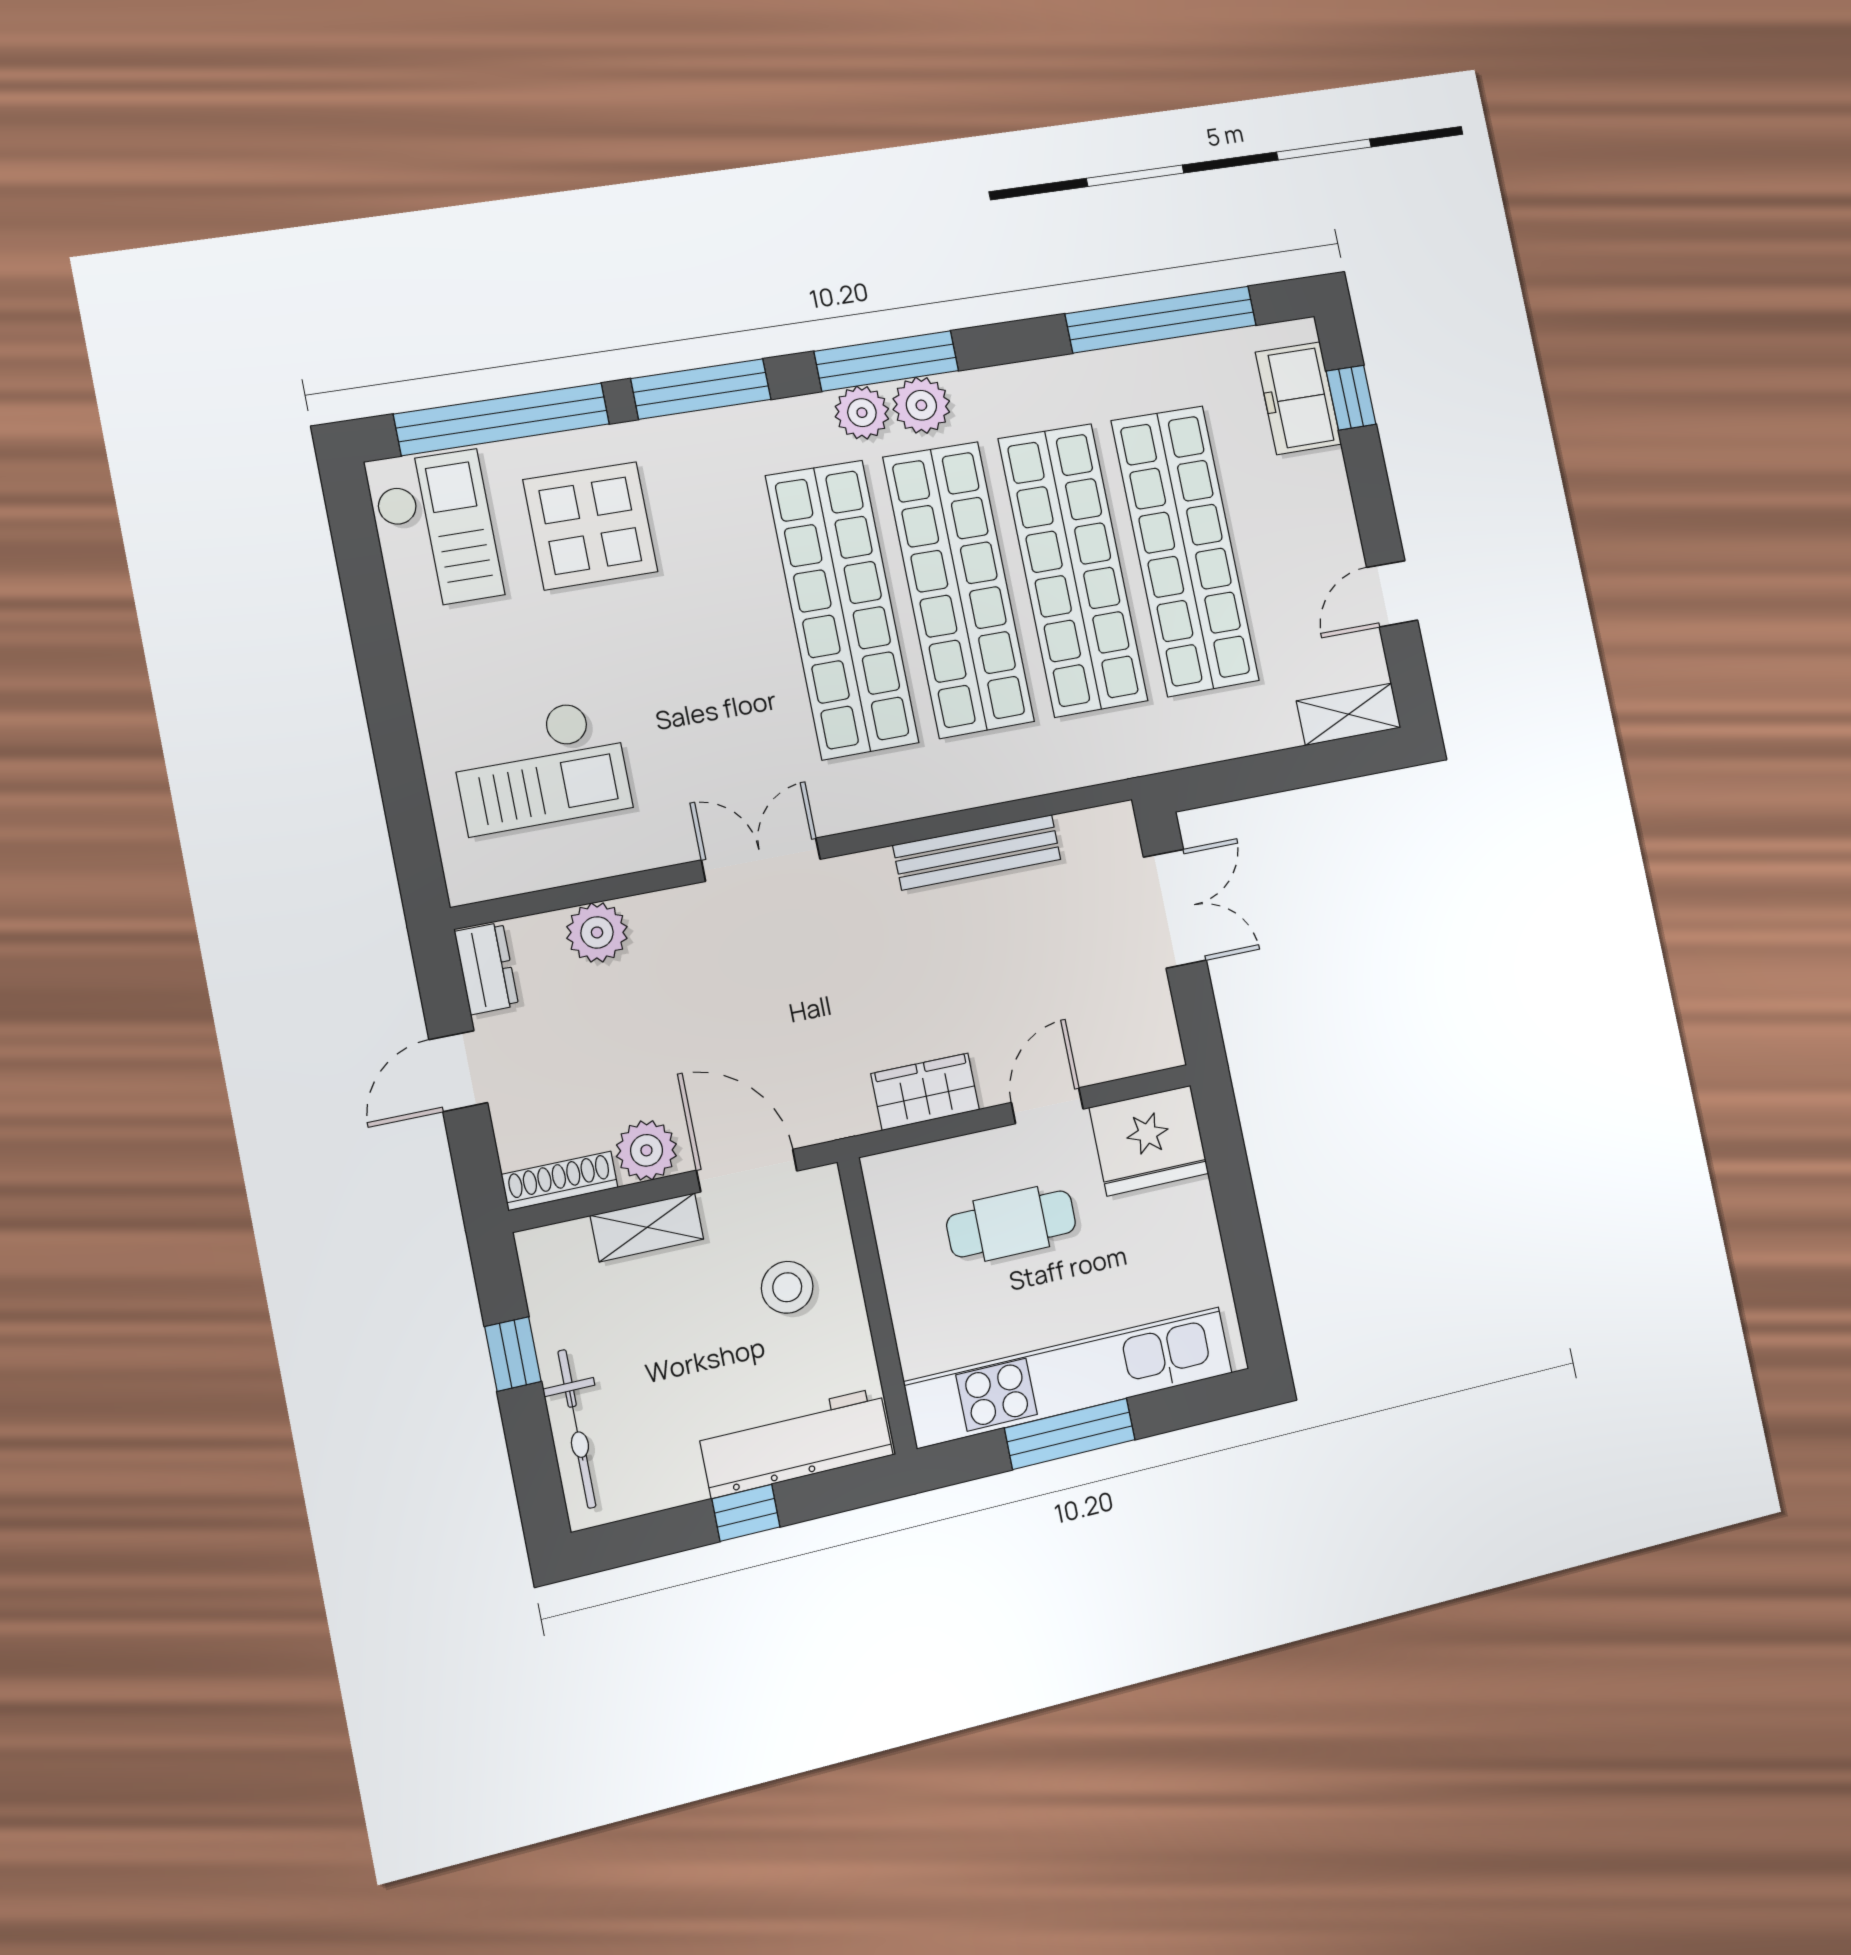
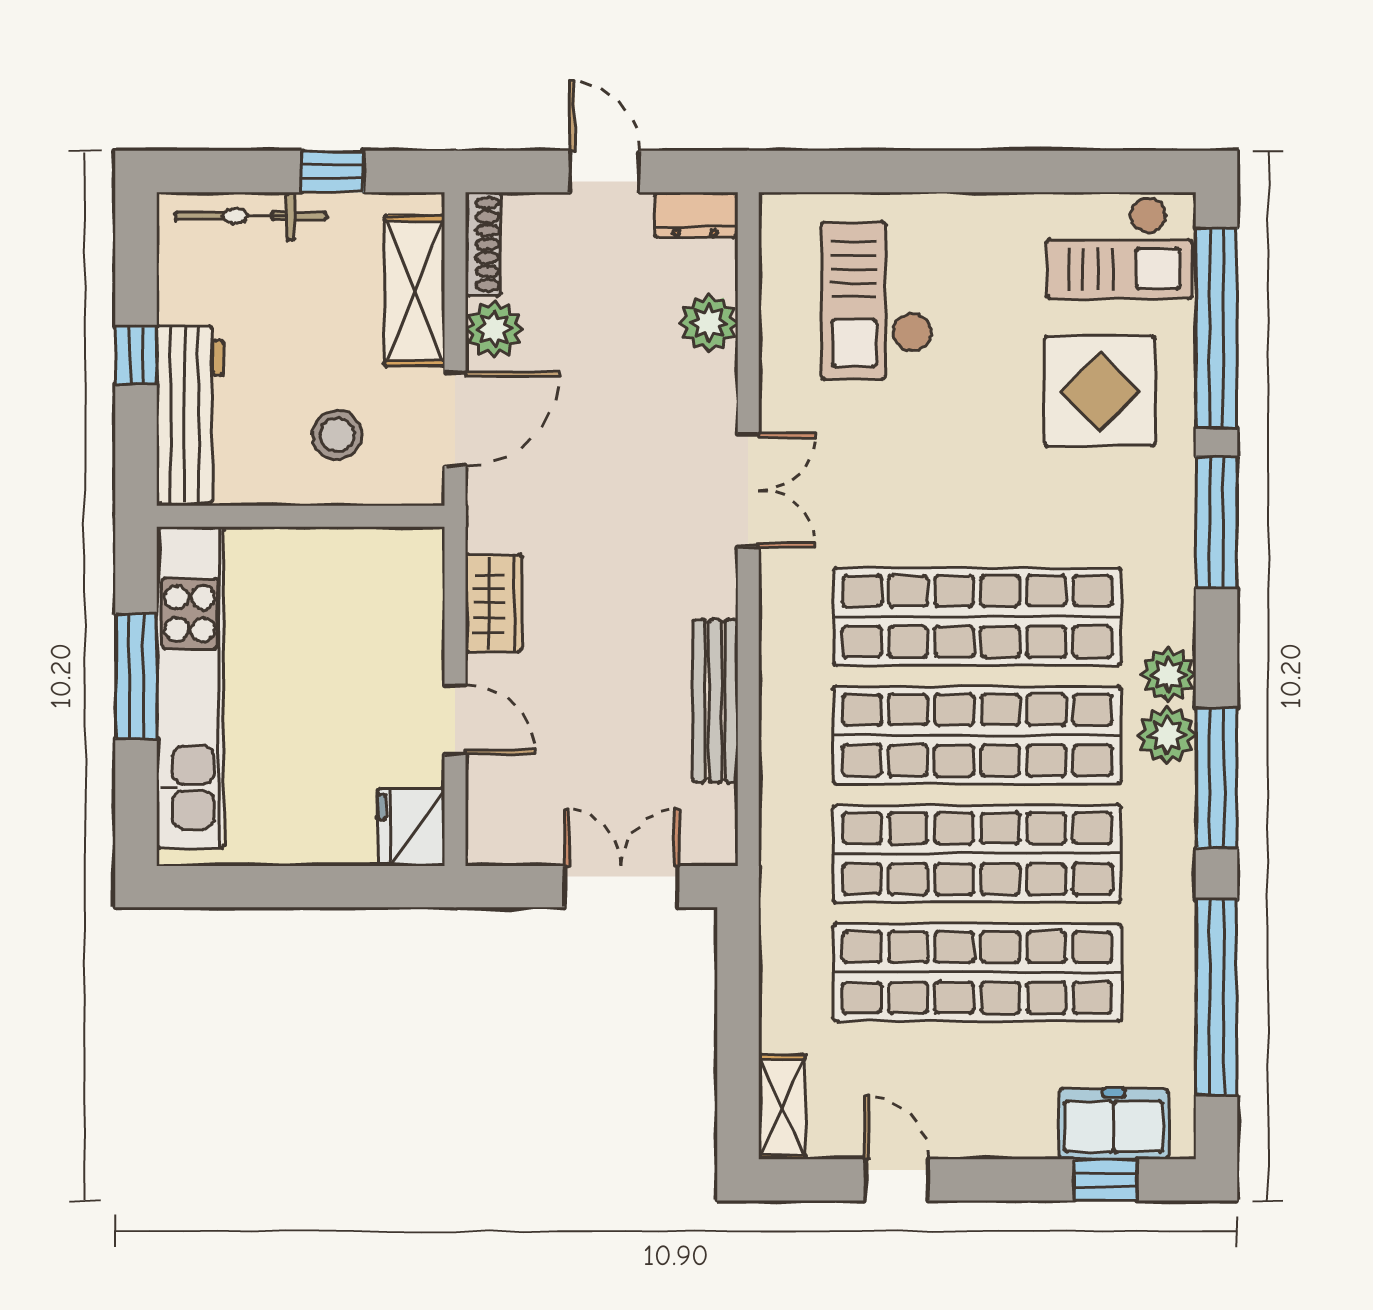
window: (887, 361) -> (1216, 778), moved
double door: (1175, 909) -> (621, 887), swing flipped
fridge: (1149, 1141) -> (411, 827), width x0.73, depth x0.75
cafe table: (1011, 1224) -> (349, 661), removed
shelving: (647, 1227) -> (415, 291), width x1.50, depth x1.33

